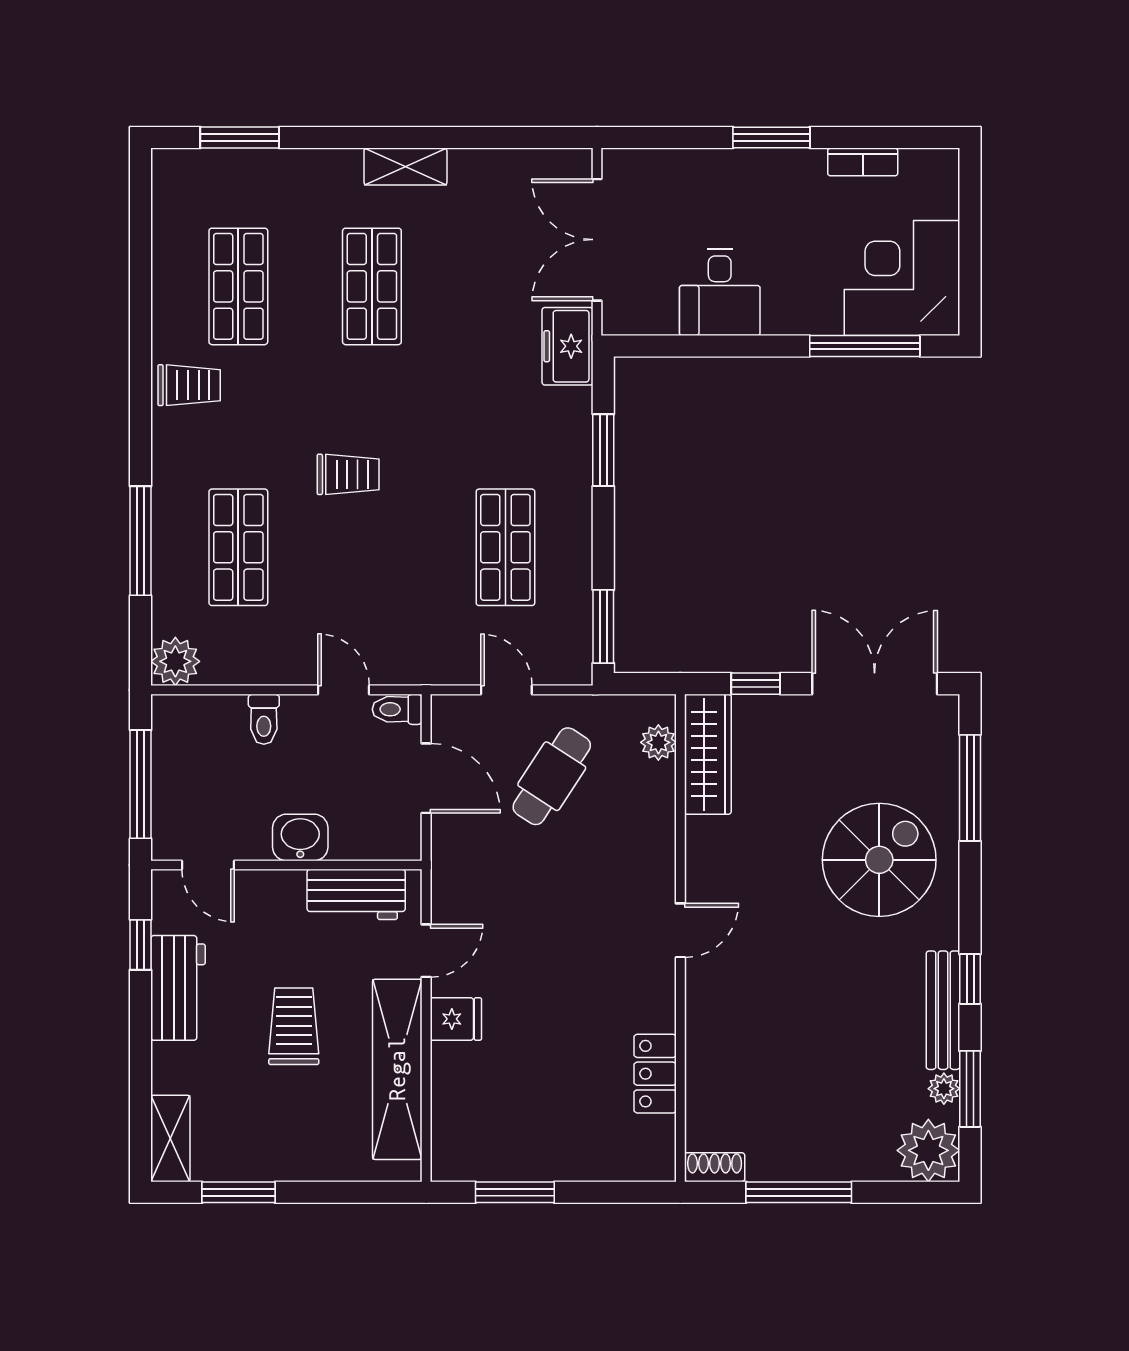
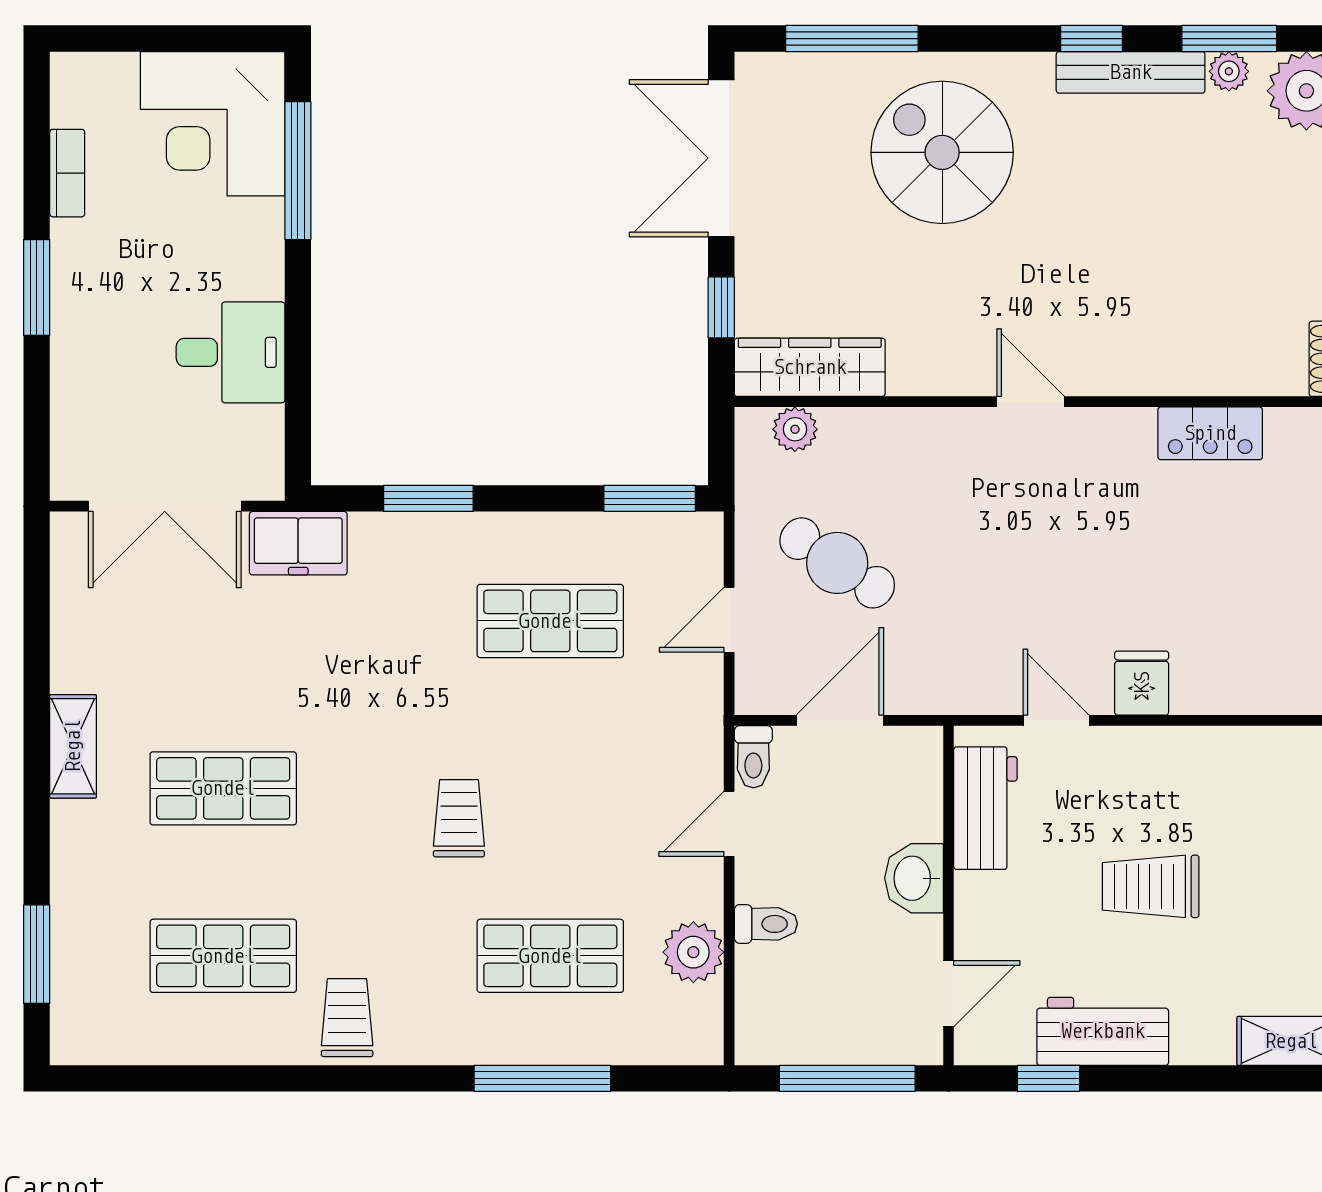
plant: (175, 661) -> (693, 952), moved
shelving: (397, 1069) -> (1205, 757), removed

